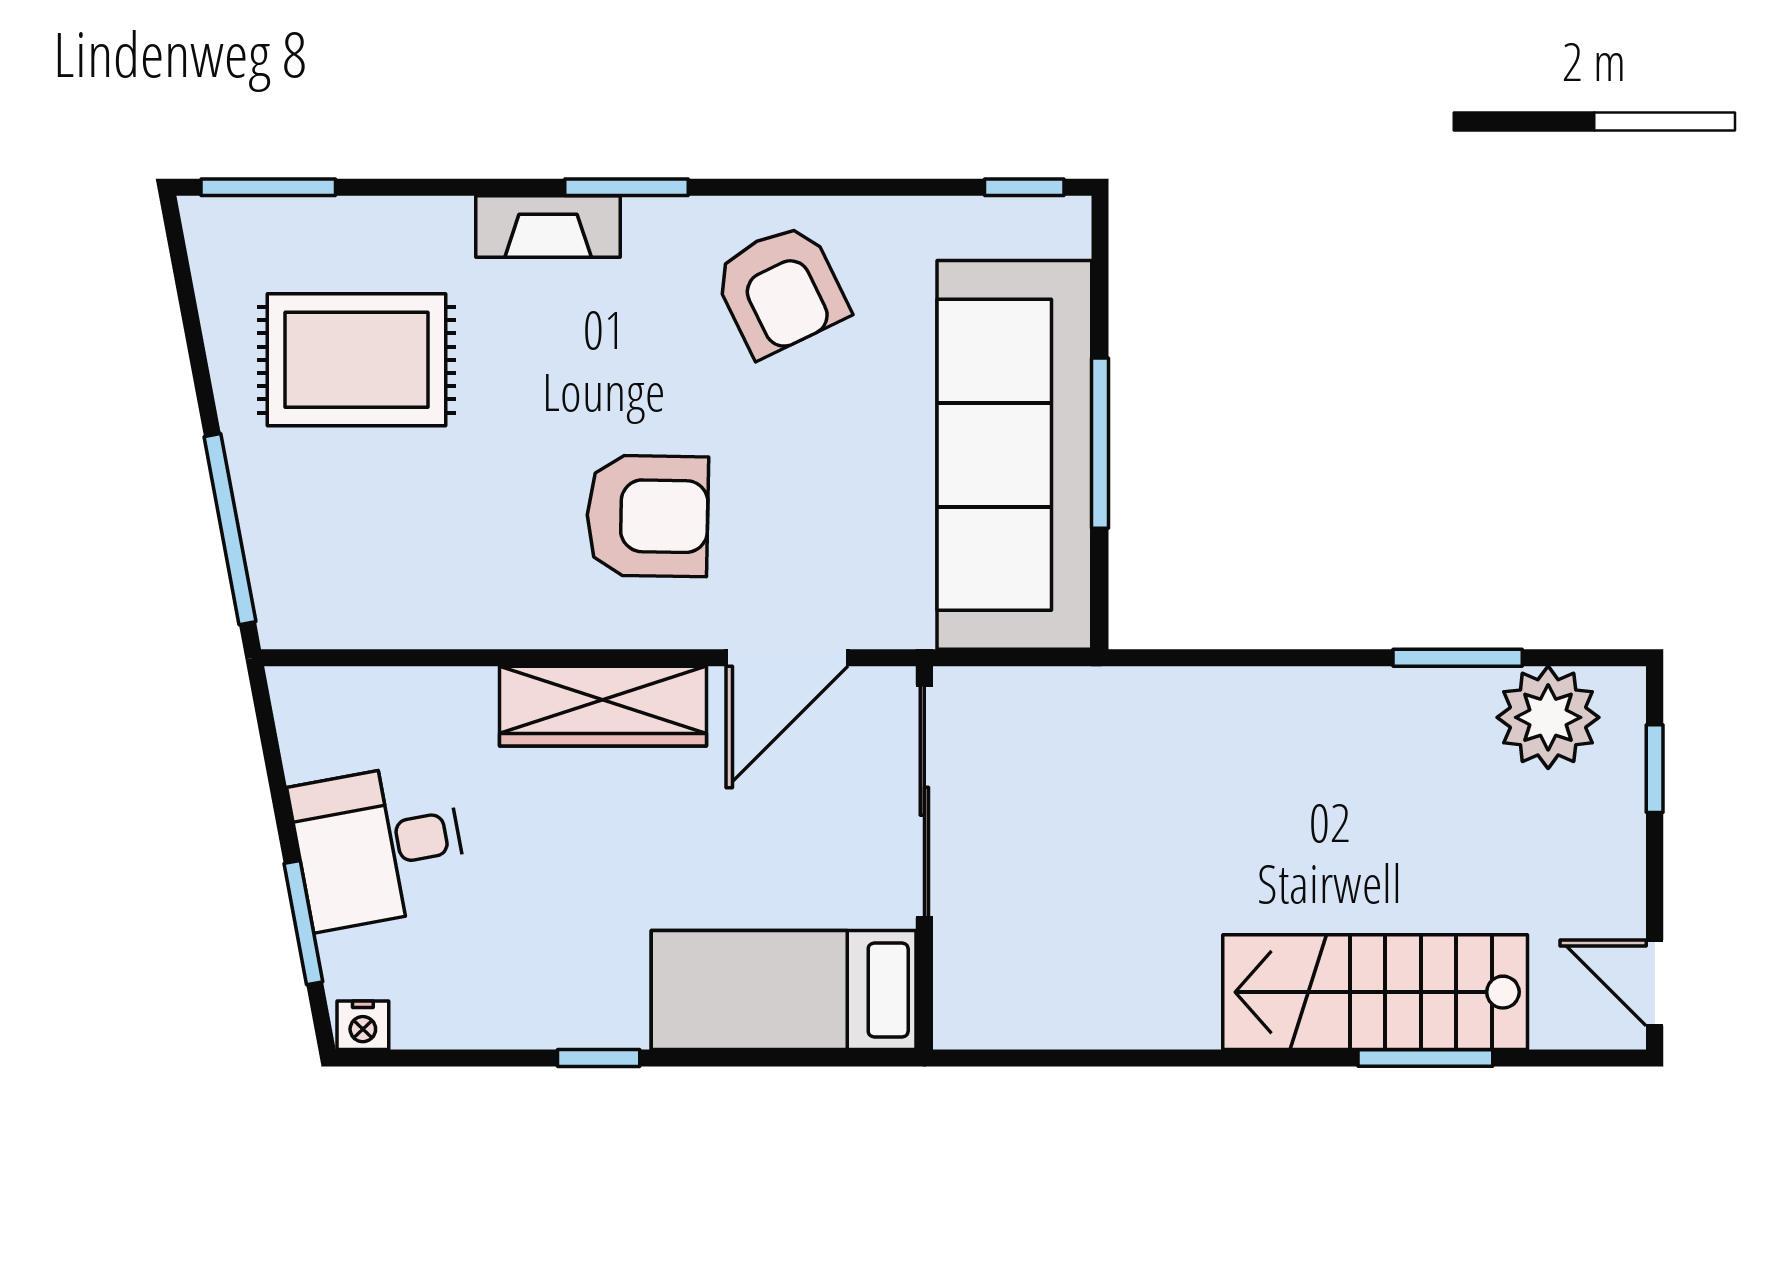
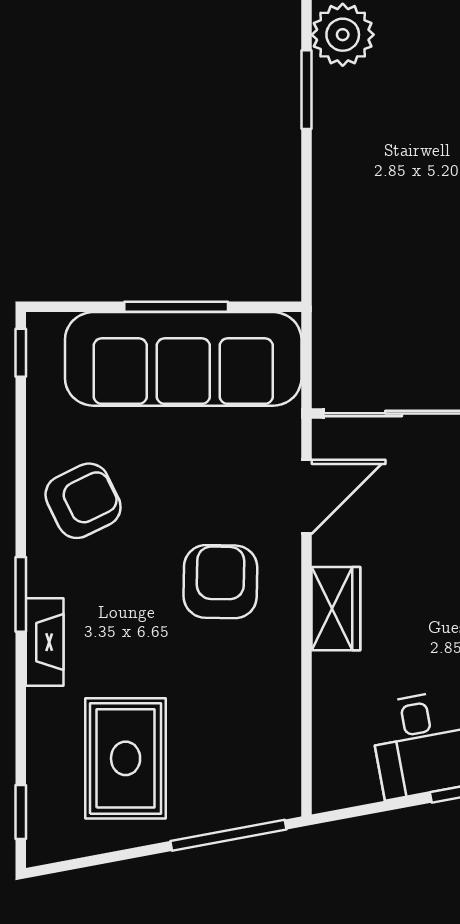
window: (268, 187) -> (21, 812), width x0.67
door: (787, 658) -> (306, 497), hinge flipped
wardrobe: (603, 706) -> (336, 609), width x0.67

